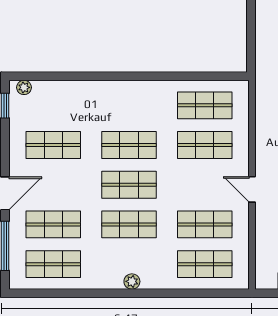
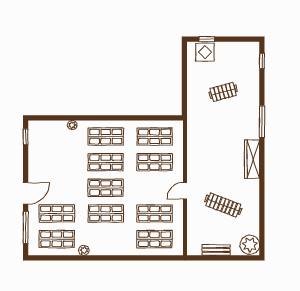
plant: (24, 87) -> (72, 125), moved
shop shelf: (53, 145) -> (106, 137), moved
door: (252, 189) -> (185, 191), hinge flipped
plant: (132, 281) -> (84, 250), moved

